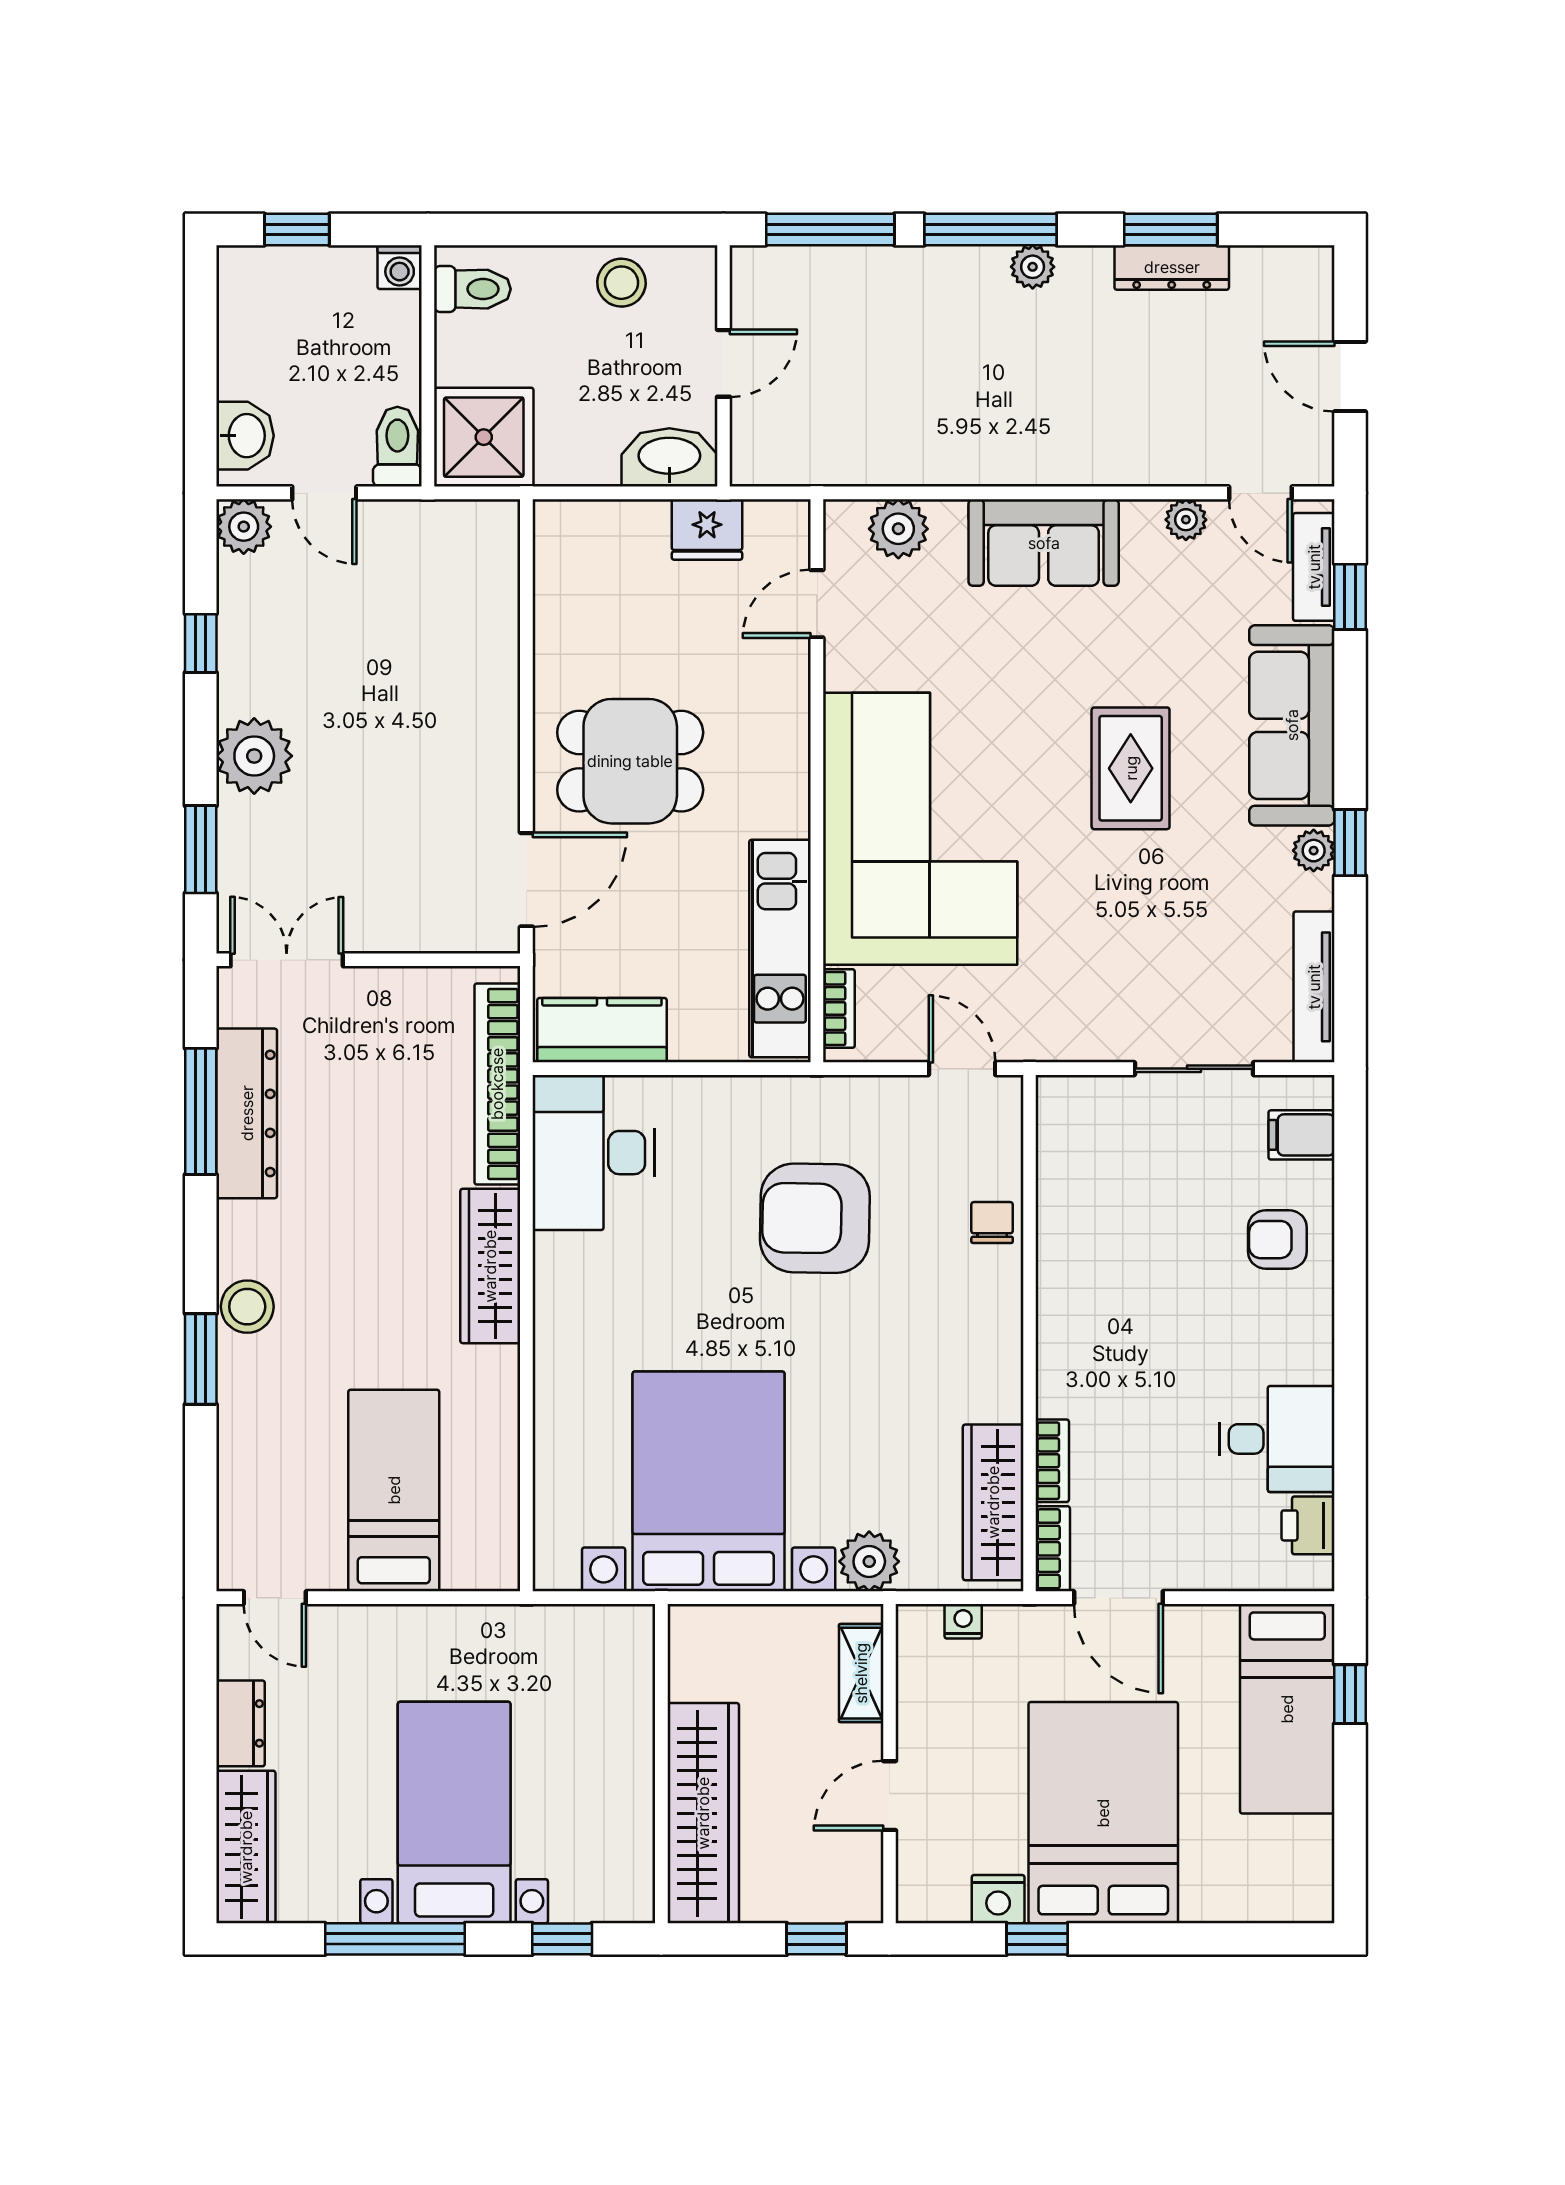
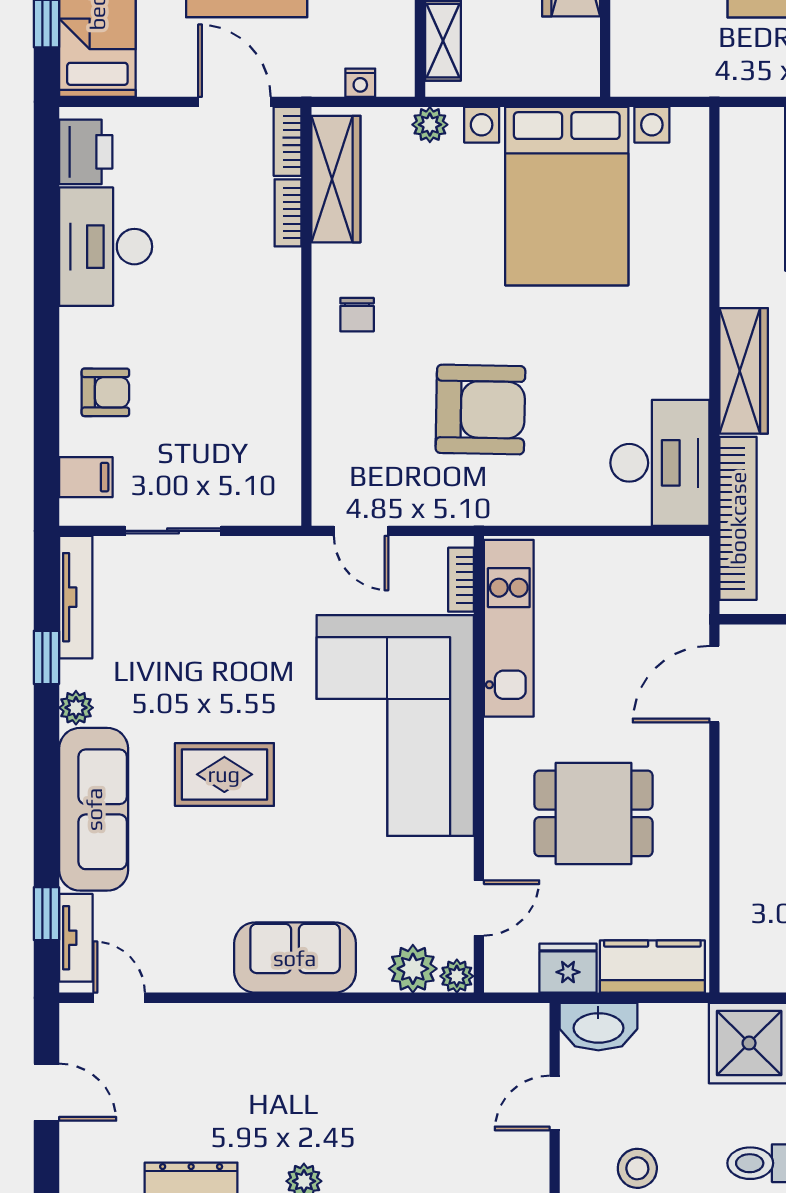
plant: (1186, 520) -> (457, 976), moved
dining table: (630, 761) -> (593, 813), moved
rug: (1131, 768) -> (224, 774), turned 90
window: (1350, 843) -> (46, 657), moved
kitchen counter: (602, 1030) -> (652, 967), moved, turned 180
chair: (992, 1223) -> (357, 315), moved
desk: (1277, 1439) -> (106, 247), width x1.37
printer: (1308, 1525) -> (86, 152), width x1.36, depth x1.24
plant: (869, 1561) -> (430, 125), width x0.73, depth x0.73

